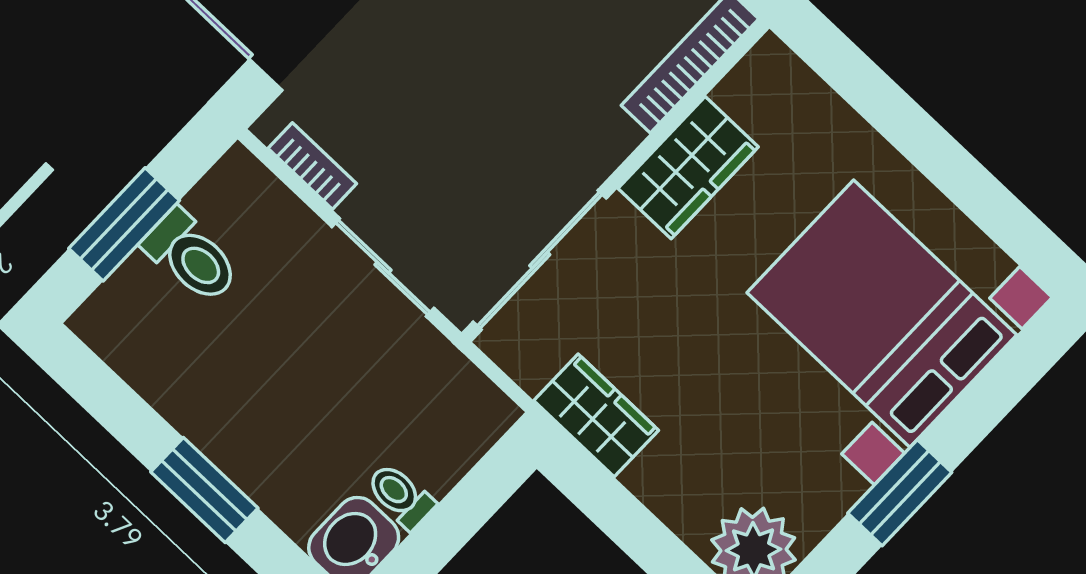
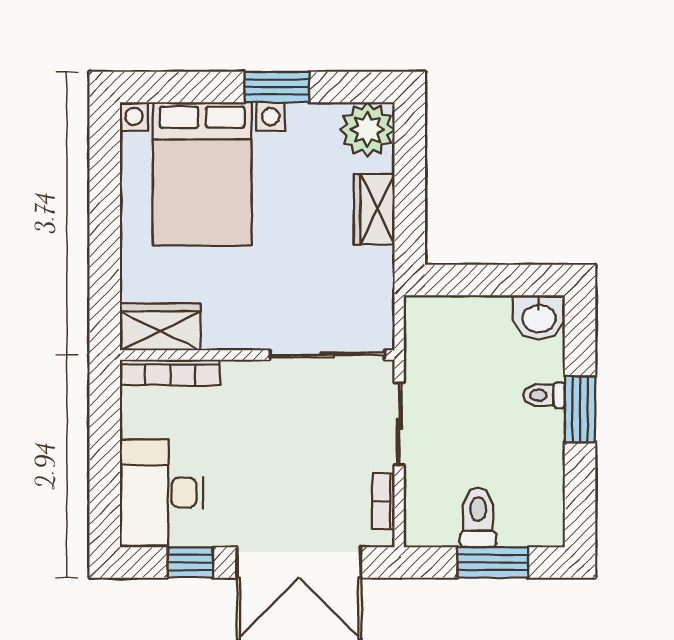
wardrobe: (688, 168) -> (160, 327), moved
wardrobe: (596, 415) -> (374, 209), moved
toilet: (400, 496) -> (544, 395), moved, turned 90

